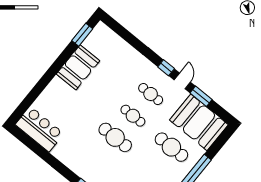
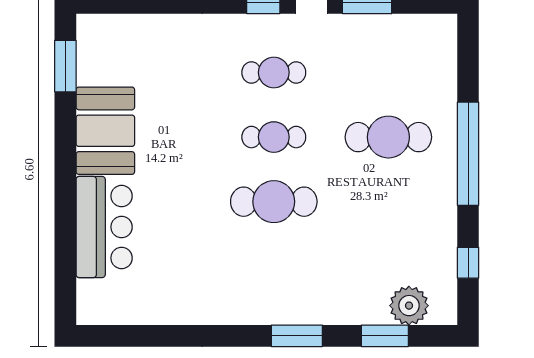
booth: (199, 122) -> (402, 53), removed
bar counter: (40, 129) -> (104, 227), moved, turned 90

